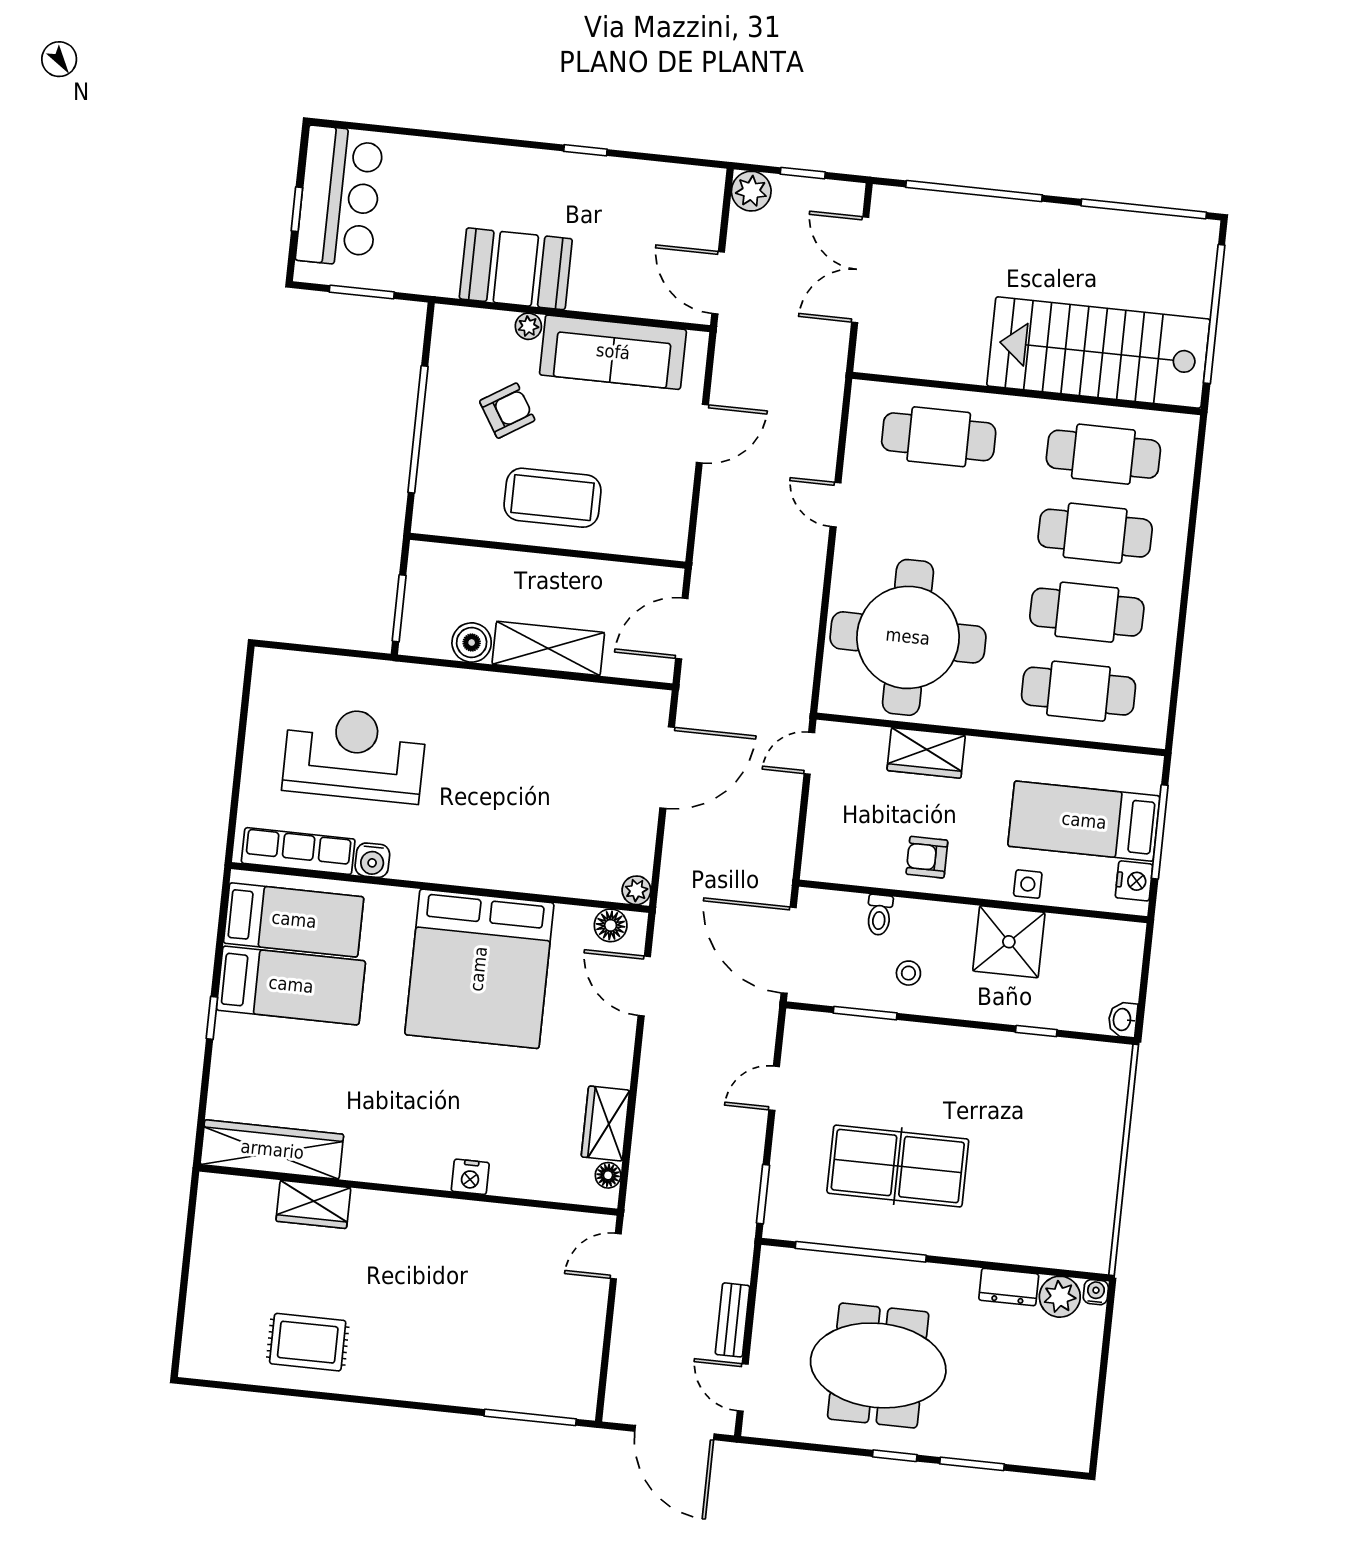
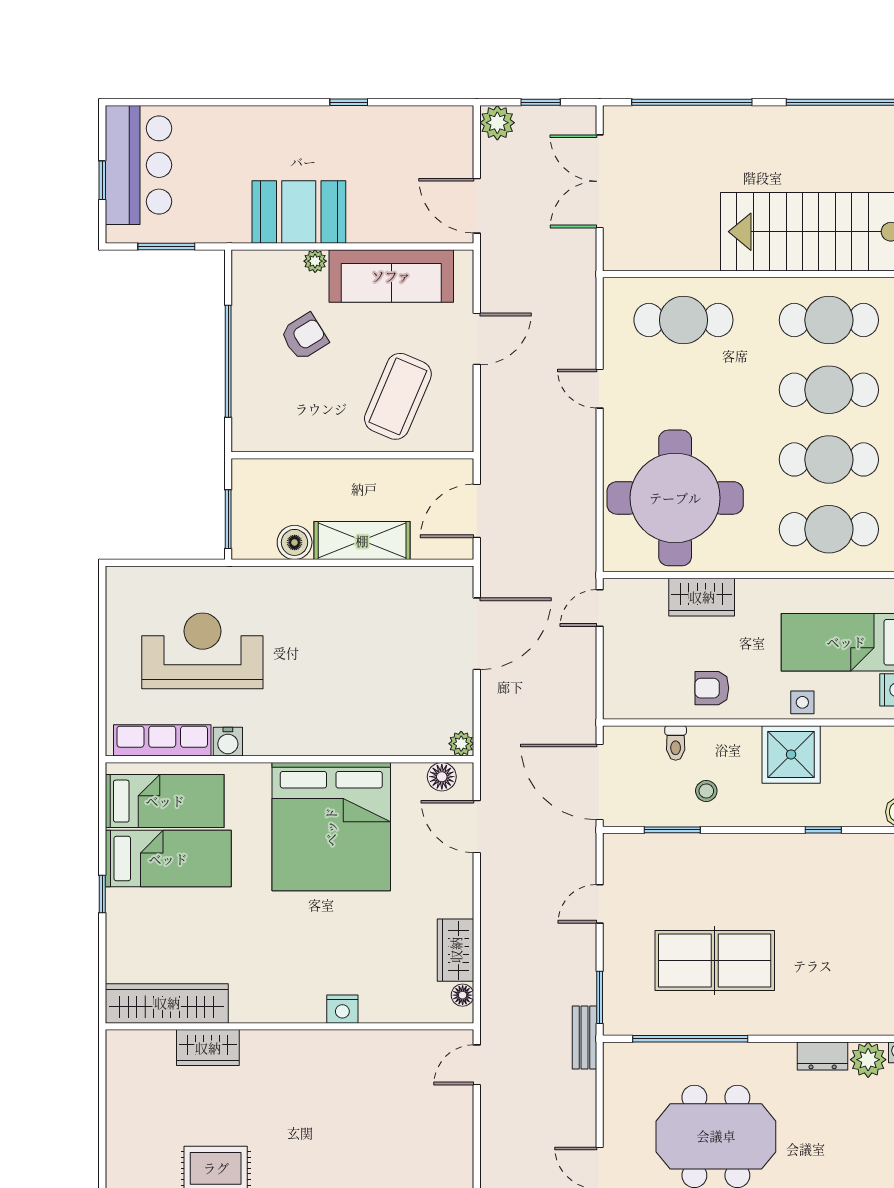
coffee table: (553, 498) -> (398, 396), moved, turned -67
bench: (732, 1320) -> (584, 1038), moved

